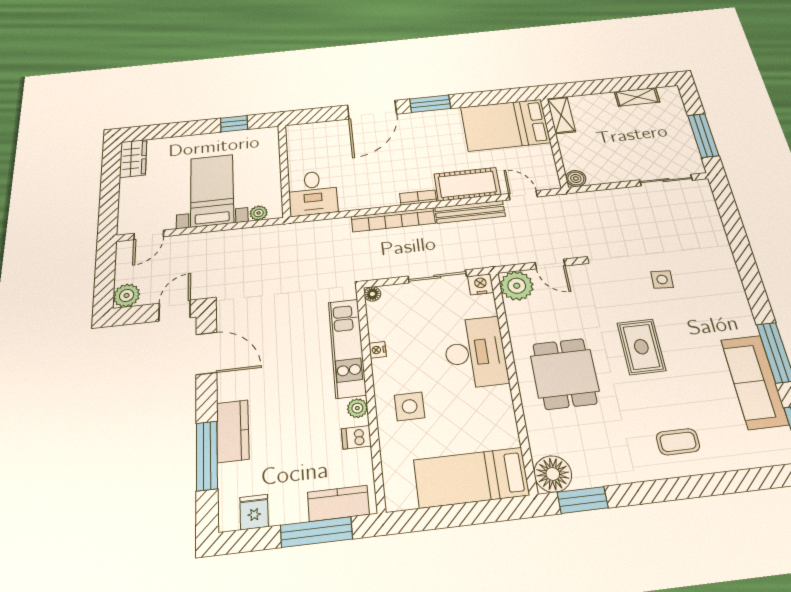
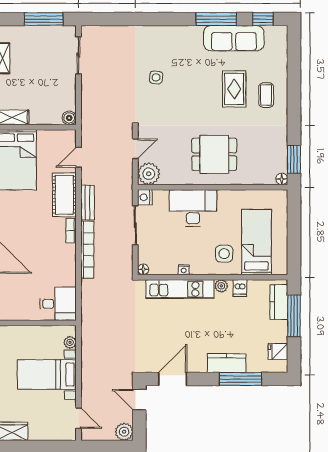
bench: (470, 212) -> (88, 202), width x0.73
rug: (641, 347) -> (234, 89), moved, turned 90
floor lamp: (553, 474) -> (282, 179), width x0.53, depth x0.53
bed: (471, 478) -> (257, 242), moved, turned 180

